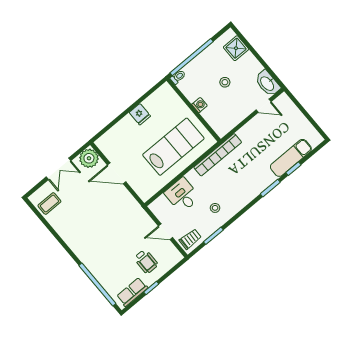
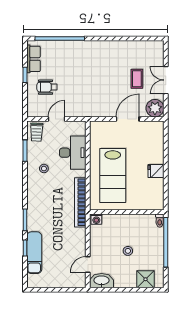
washing machine: (200, 105) -> (96, 219), moved
desk: (182, 195) -> (73, 153), width x1.37
coffee table: (49, 204) -> (137, 79), moved

